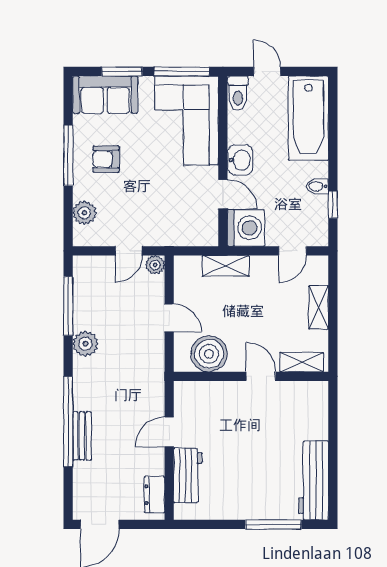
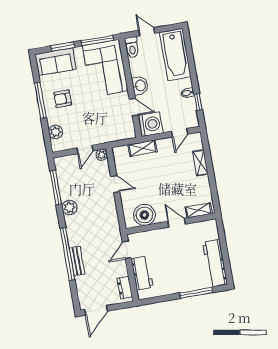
boiler: (209, 354) -> (144, 215), moved
shelving: (302, 362) -> (199, 210), moved
wall: (251, 376) -> (171, 224), moved
door: (261, 376) -> (177, 223), moved

